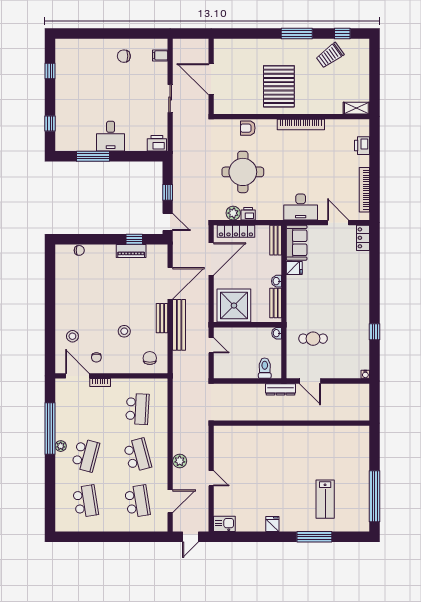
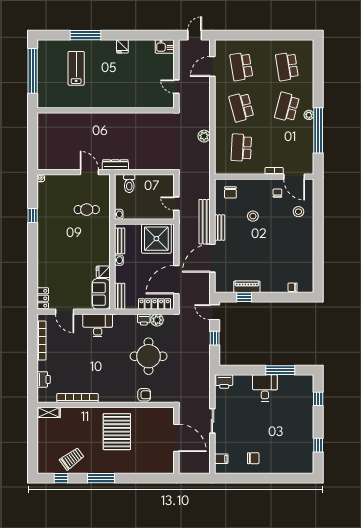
bookcase: (301, 124) -> (78, 398), moved
wall: (292, 423) -> (106, 110), moved
plant: (180, 461) -> (204, 136), moved

